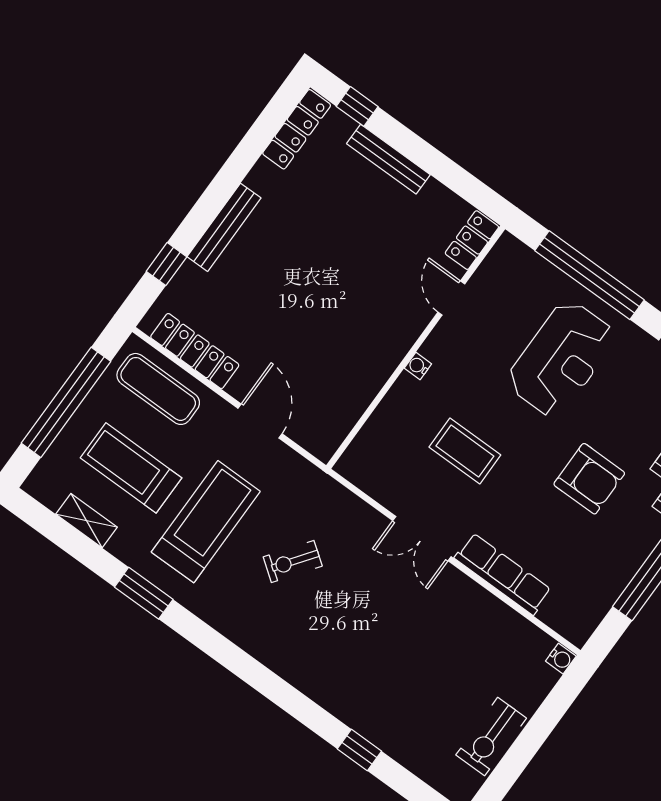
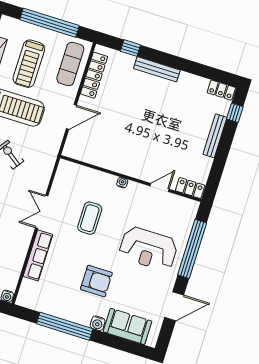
locker: (297, 129) -> (221, 90), width x0.66
treadmill: (131, 468) -> (29, 64), turned 180
armchair: (589, 479) -> (96, 281), turned -90

